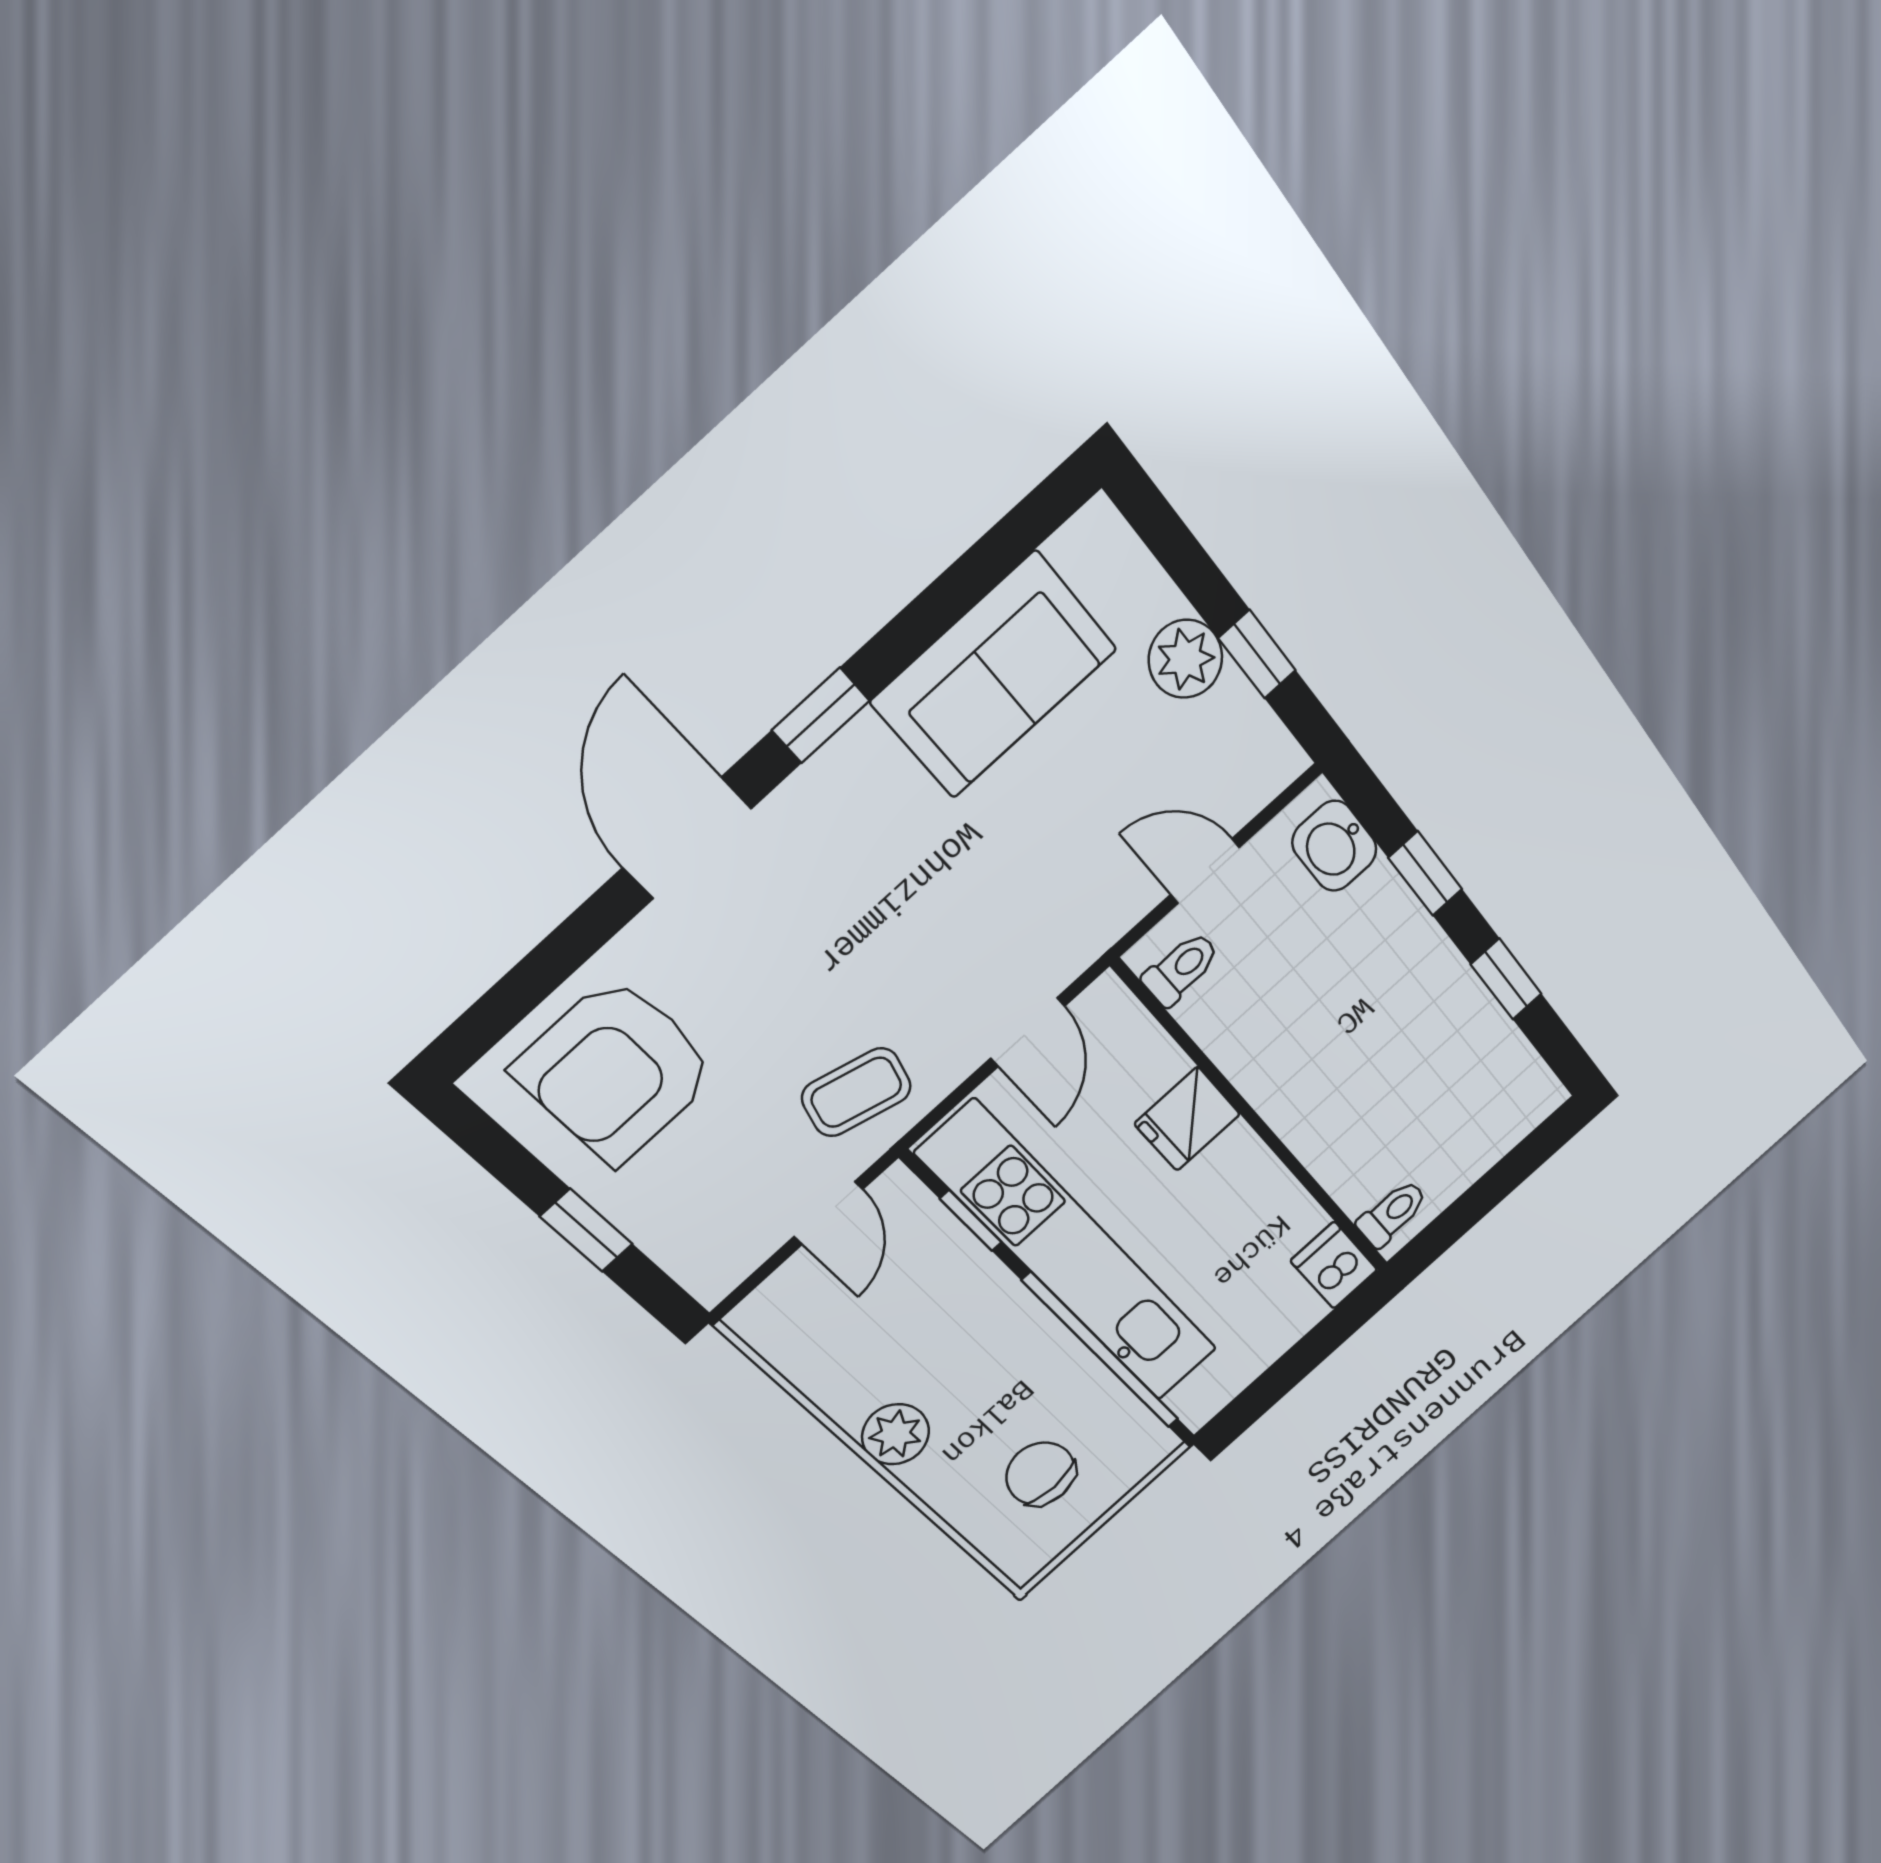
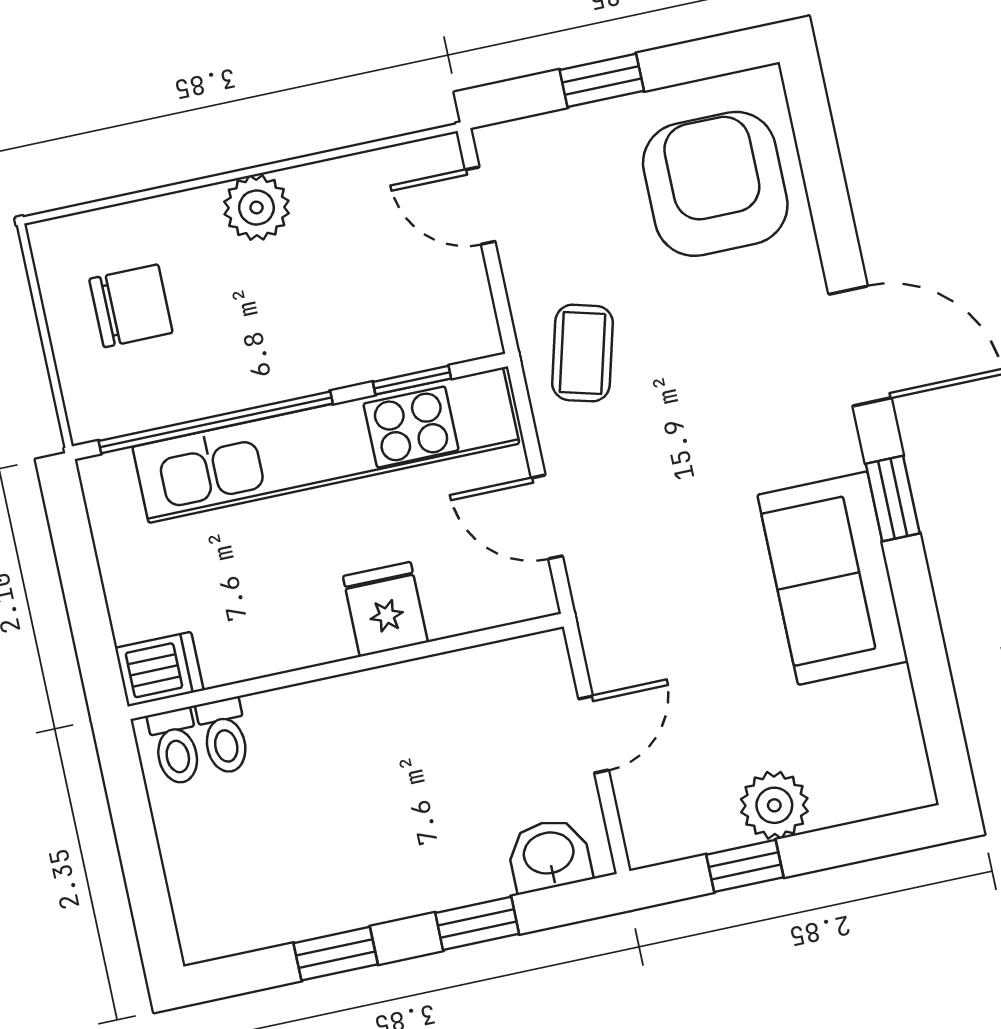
sofa: (994, 675) -> (833, 578), moved
toilet: (1181, 969) -> (224, 736), moved
door: (828, 1213) -> (480, 206), moved

